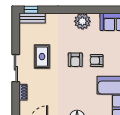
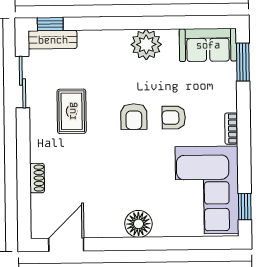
sliding door: (16, 68) -> (22, 82), moved

